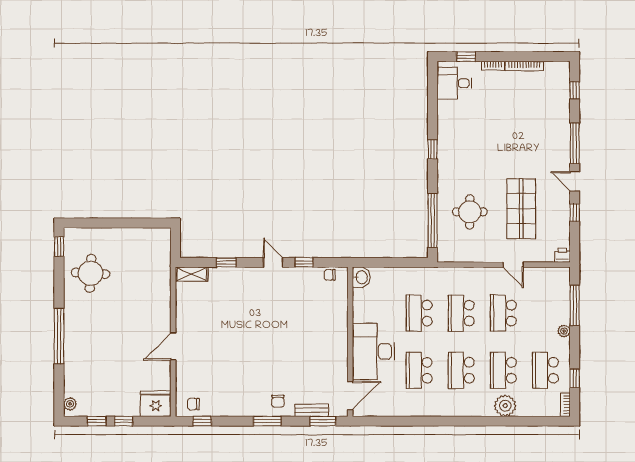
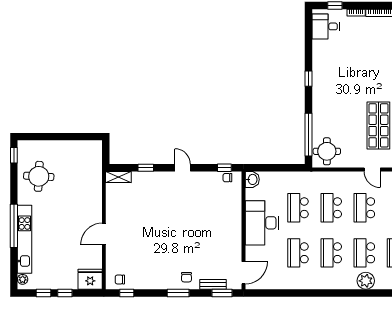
round table: (470, 212) -> (327, 151), moved
window: (304, 262) -> (224, 168), moved
desk: (373, 351) -> (262, 223), moved
kitchen unit: (72, 353) -> (25, 239), added

